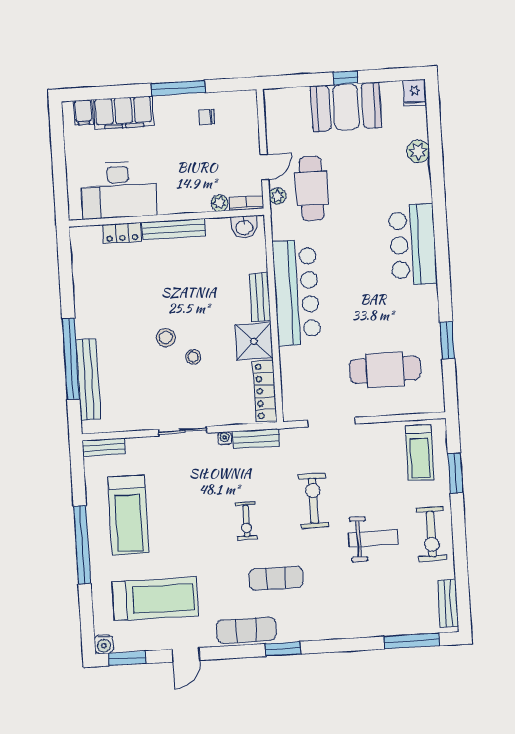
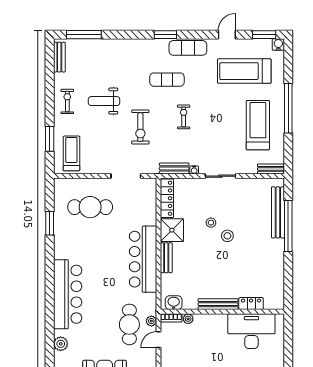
bar counter: (413, 245) -> (68, 294), width x1.36
exercise bike: (431, 534) -> (67, 101), width x0.73, depth x0.72

